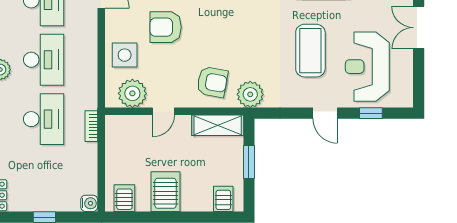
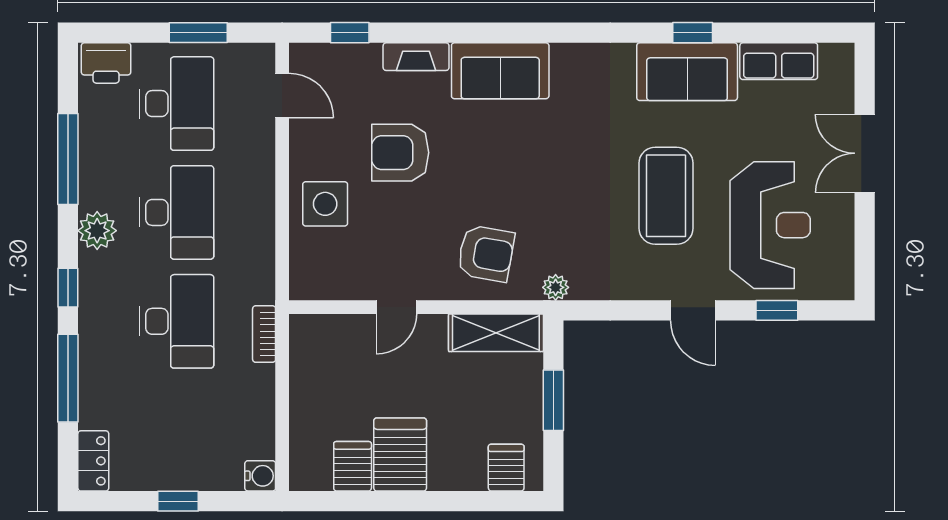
reception desk: (367, 67) -> (770, 225), turned 180
plant: (132, 93) -> (339, 274), removed
plant: (250, 94) -> (556, 287), width x0.53, depth x0.53
server rack: (124, 198) -> (353, 466), moved

